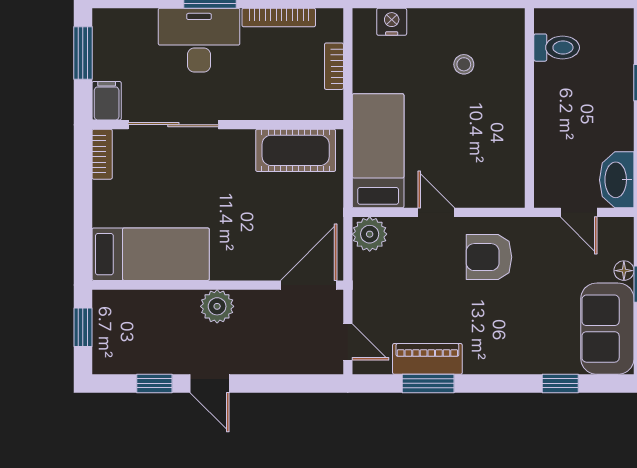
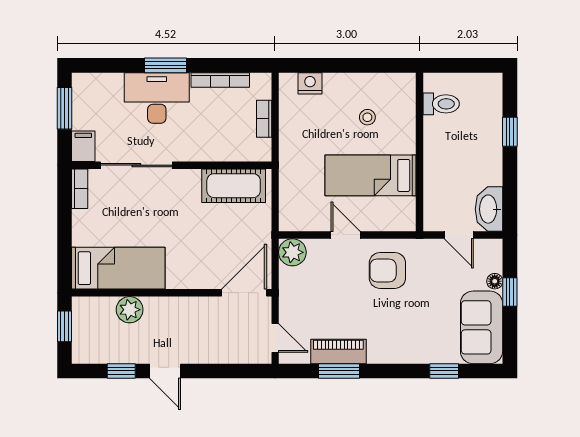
bed: (378, 151) -> (370, 175), moved, turned -90
plant: (217, 306) -> (130, 310), moved

